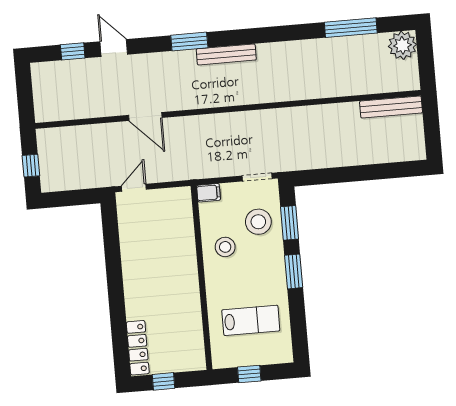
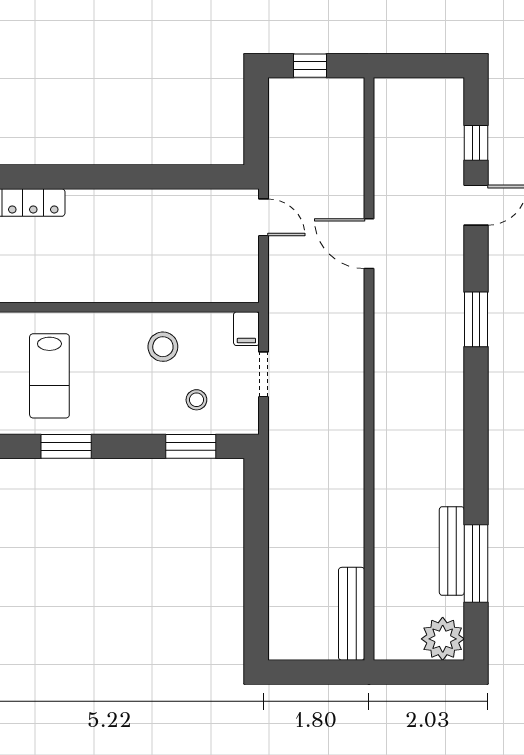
bench: (226, 54) -> (452, 551), moved
door: (145, 116) -> (369, 244), hinge flipped
doorway: (257, 177) -> (264, 374), moved
stool: (258, 222) -> (196, 400), width x0.53, depth x0.53
window: (294, 271) -> (66, 446), moved

